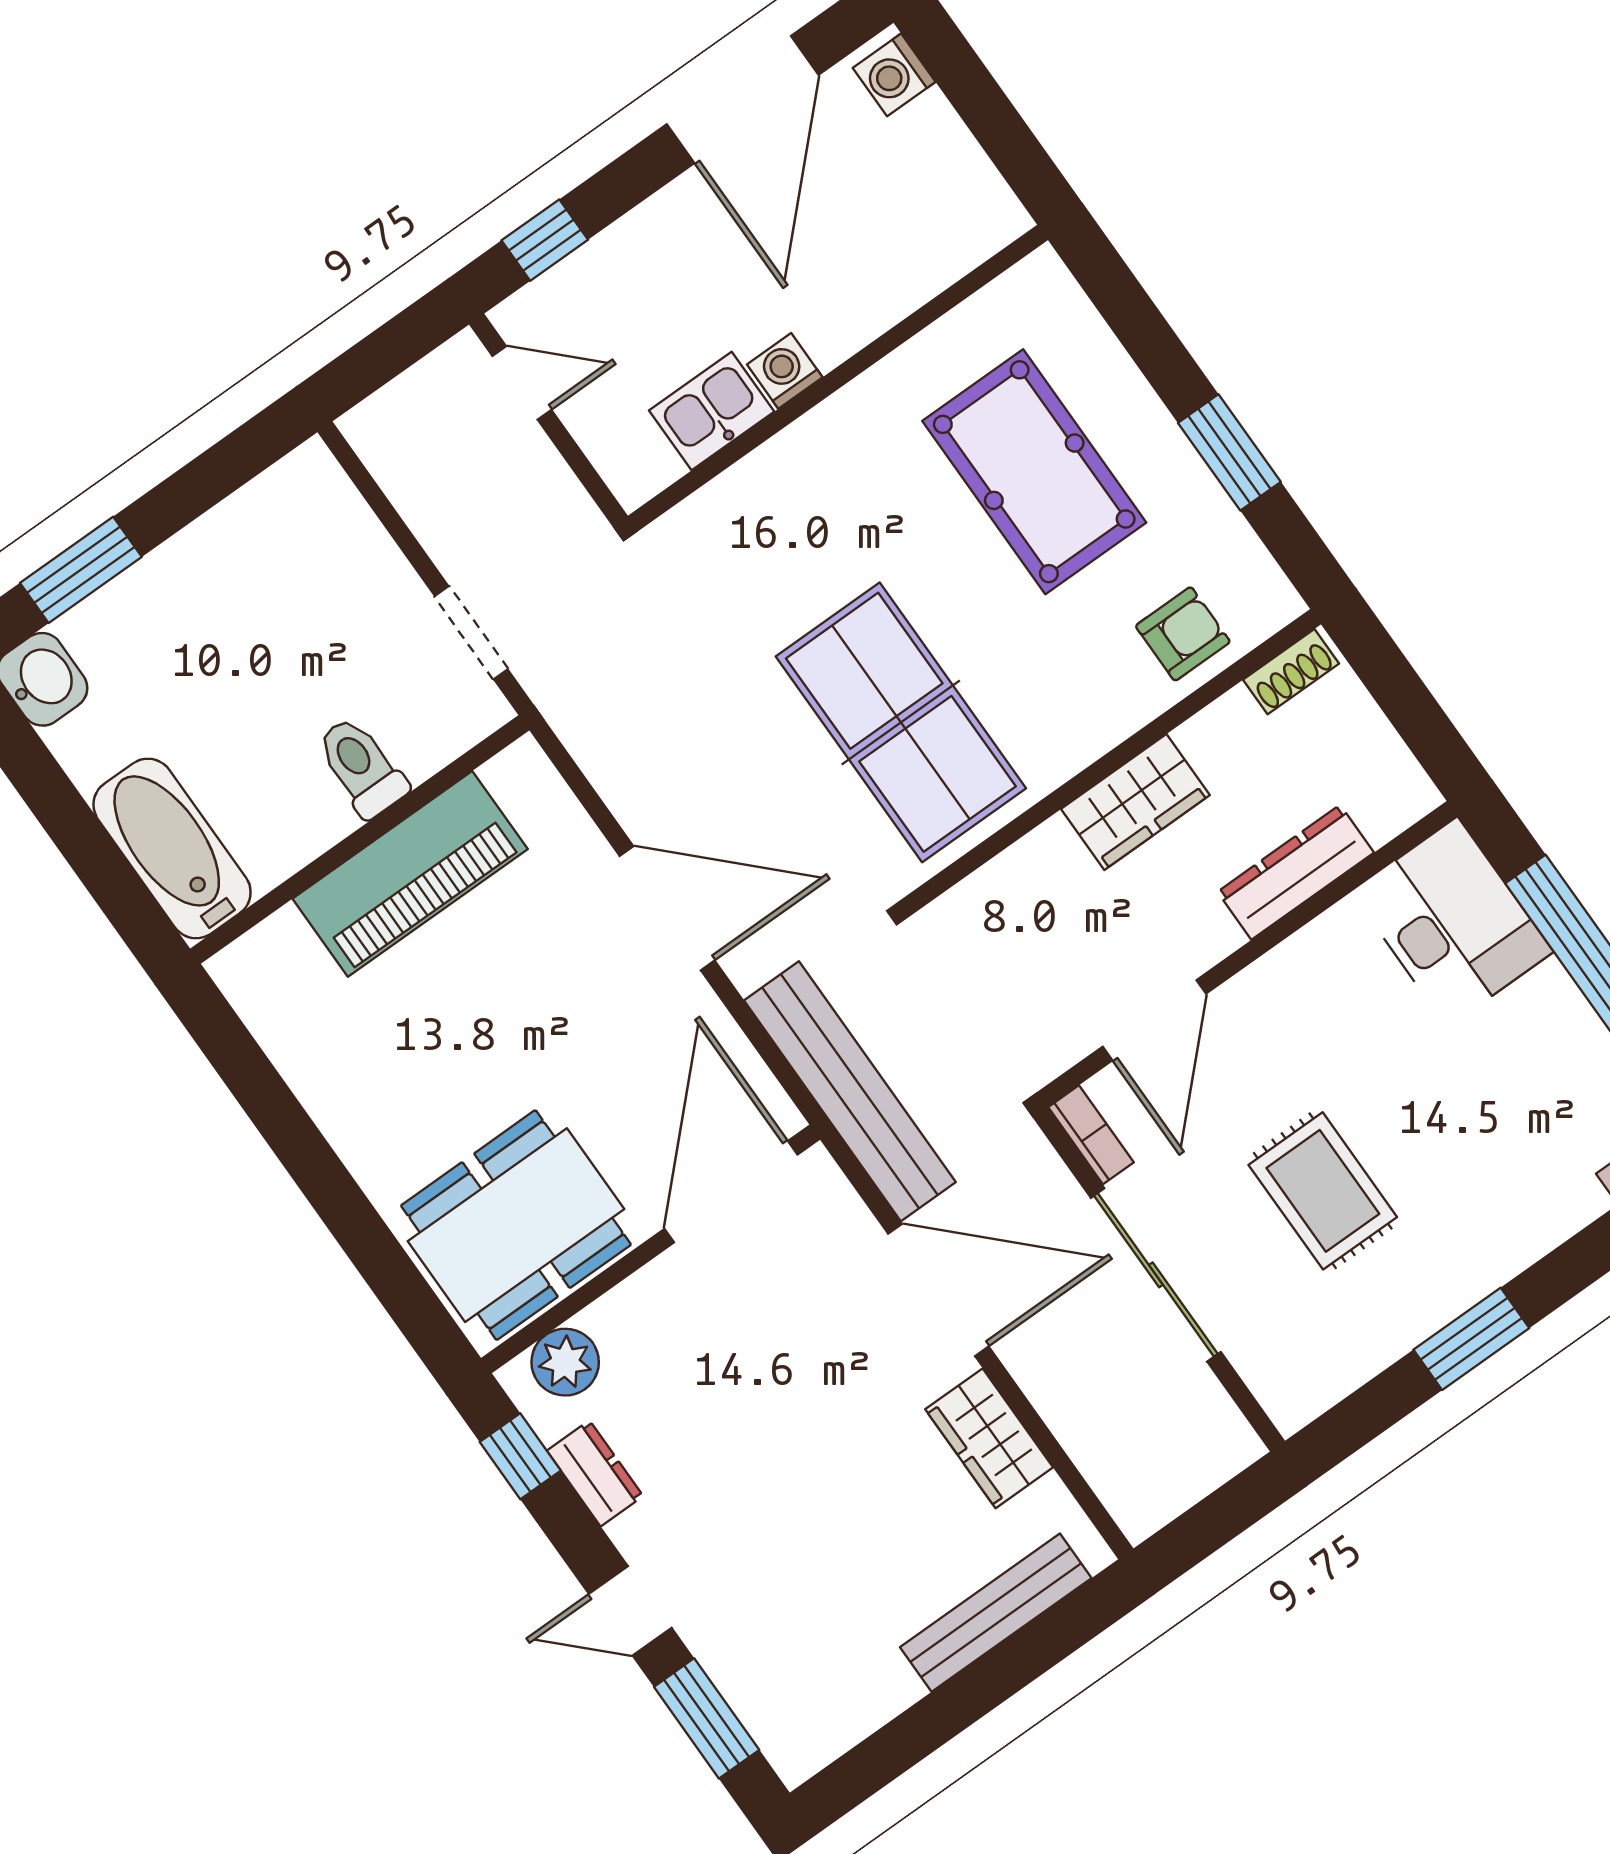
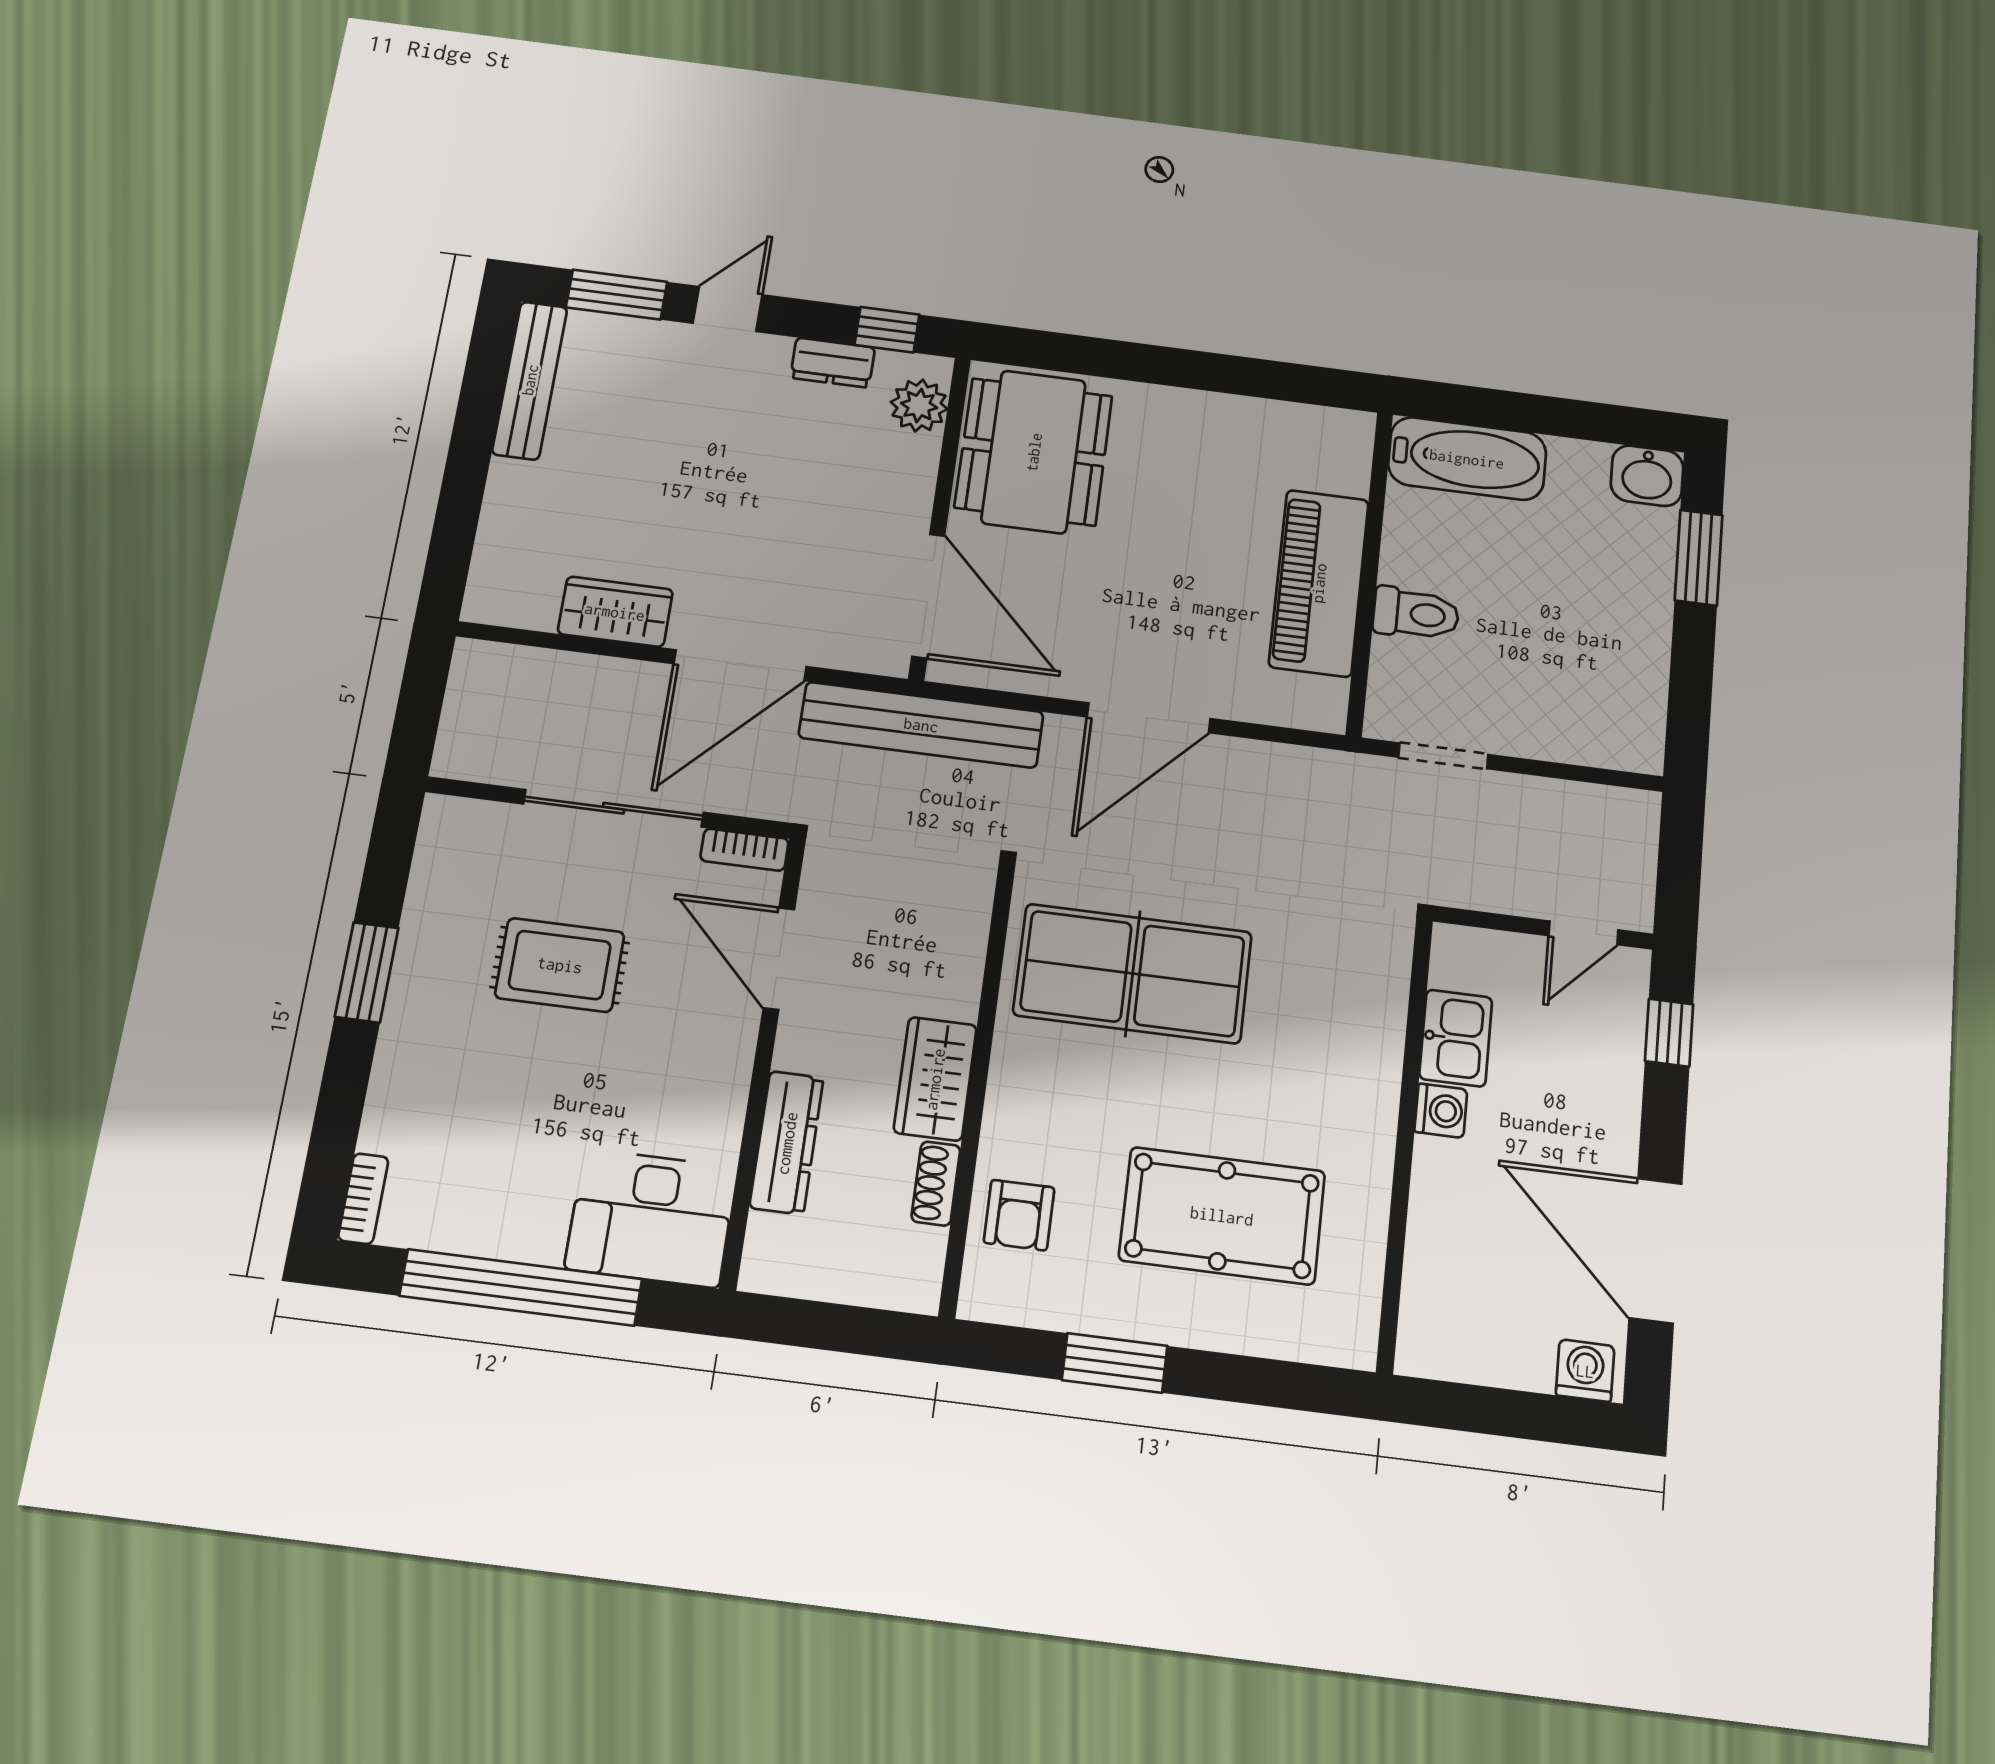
shoe rack: (1291, 672) -> (936, 1183), moved
bench: (996, 1613) -> (530, 380), moved

